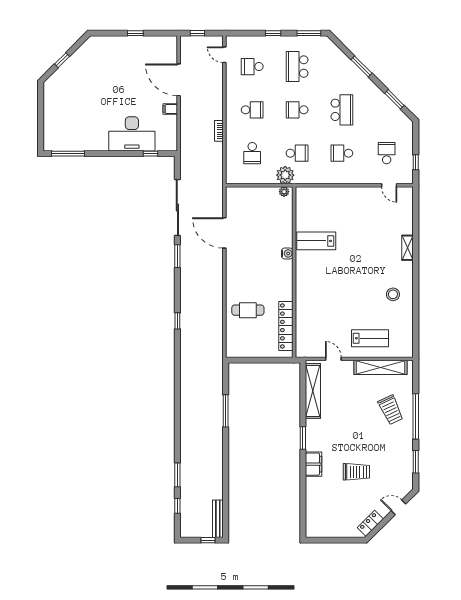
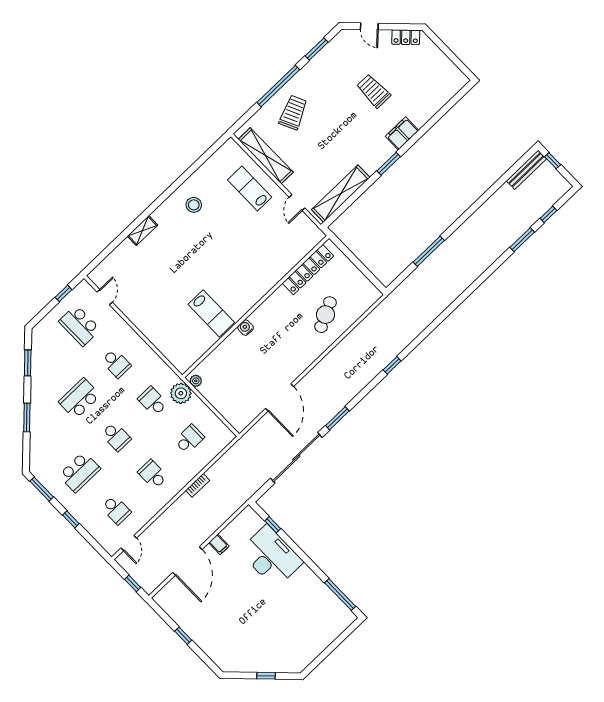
school desk: (387, 153) -> (80, 325), width x1.85
cafe table: (248, 310) -> (326, 315), turned 64

